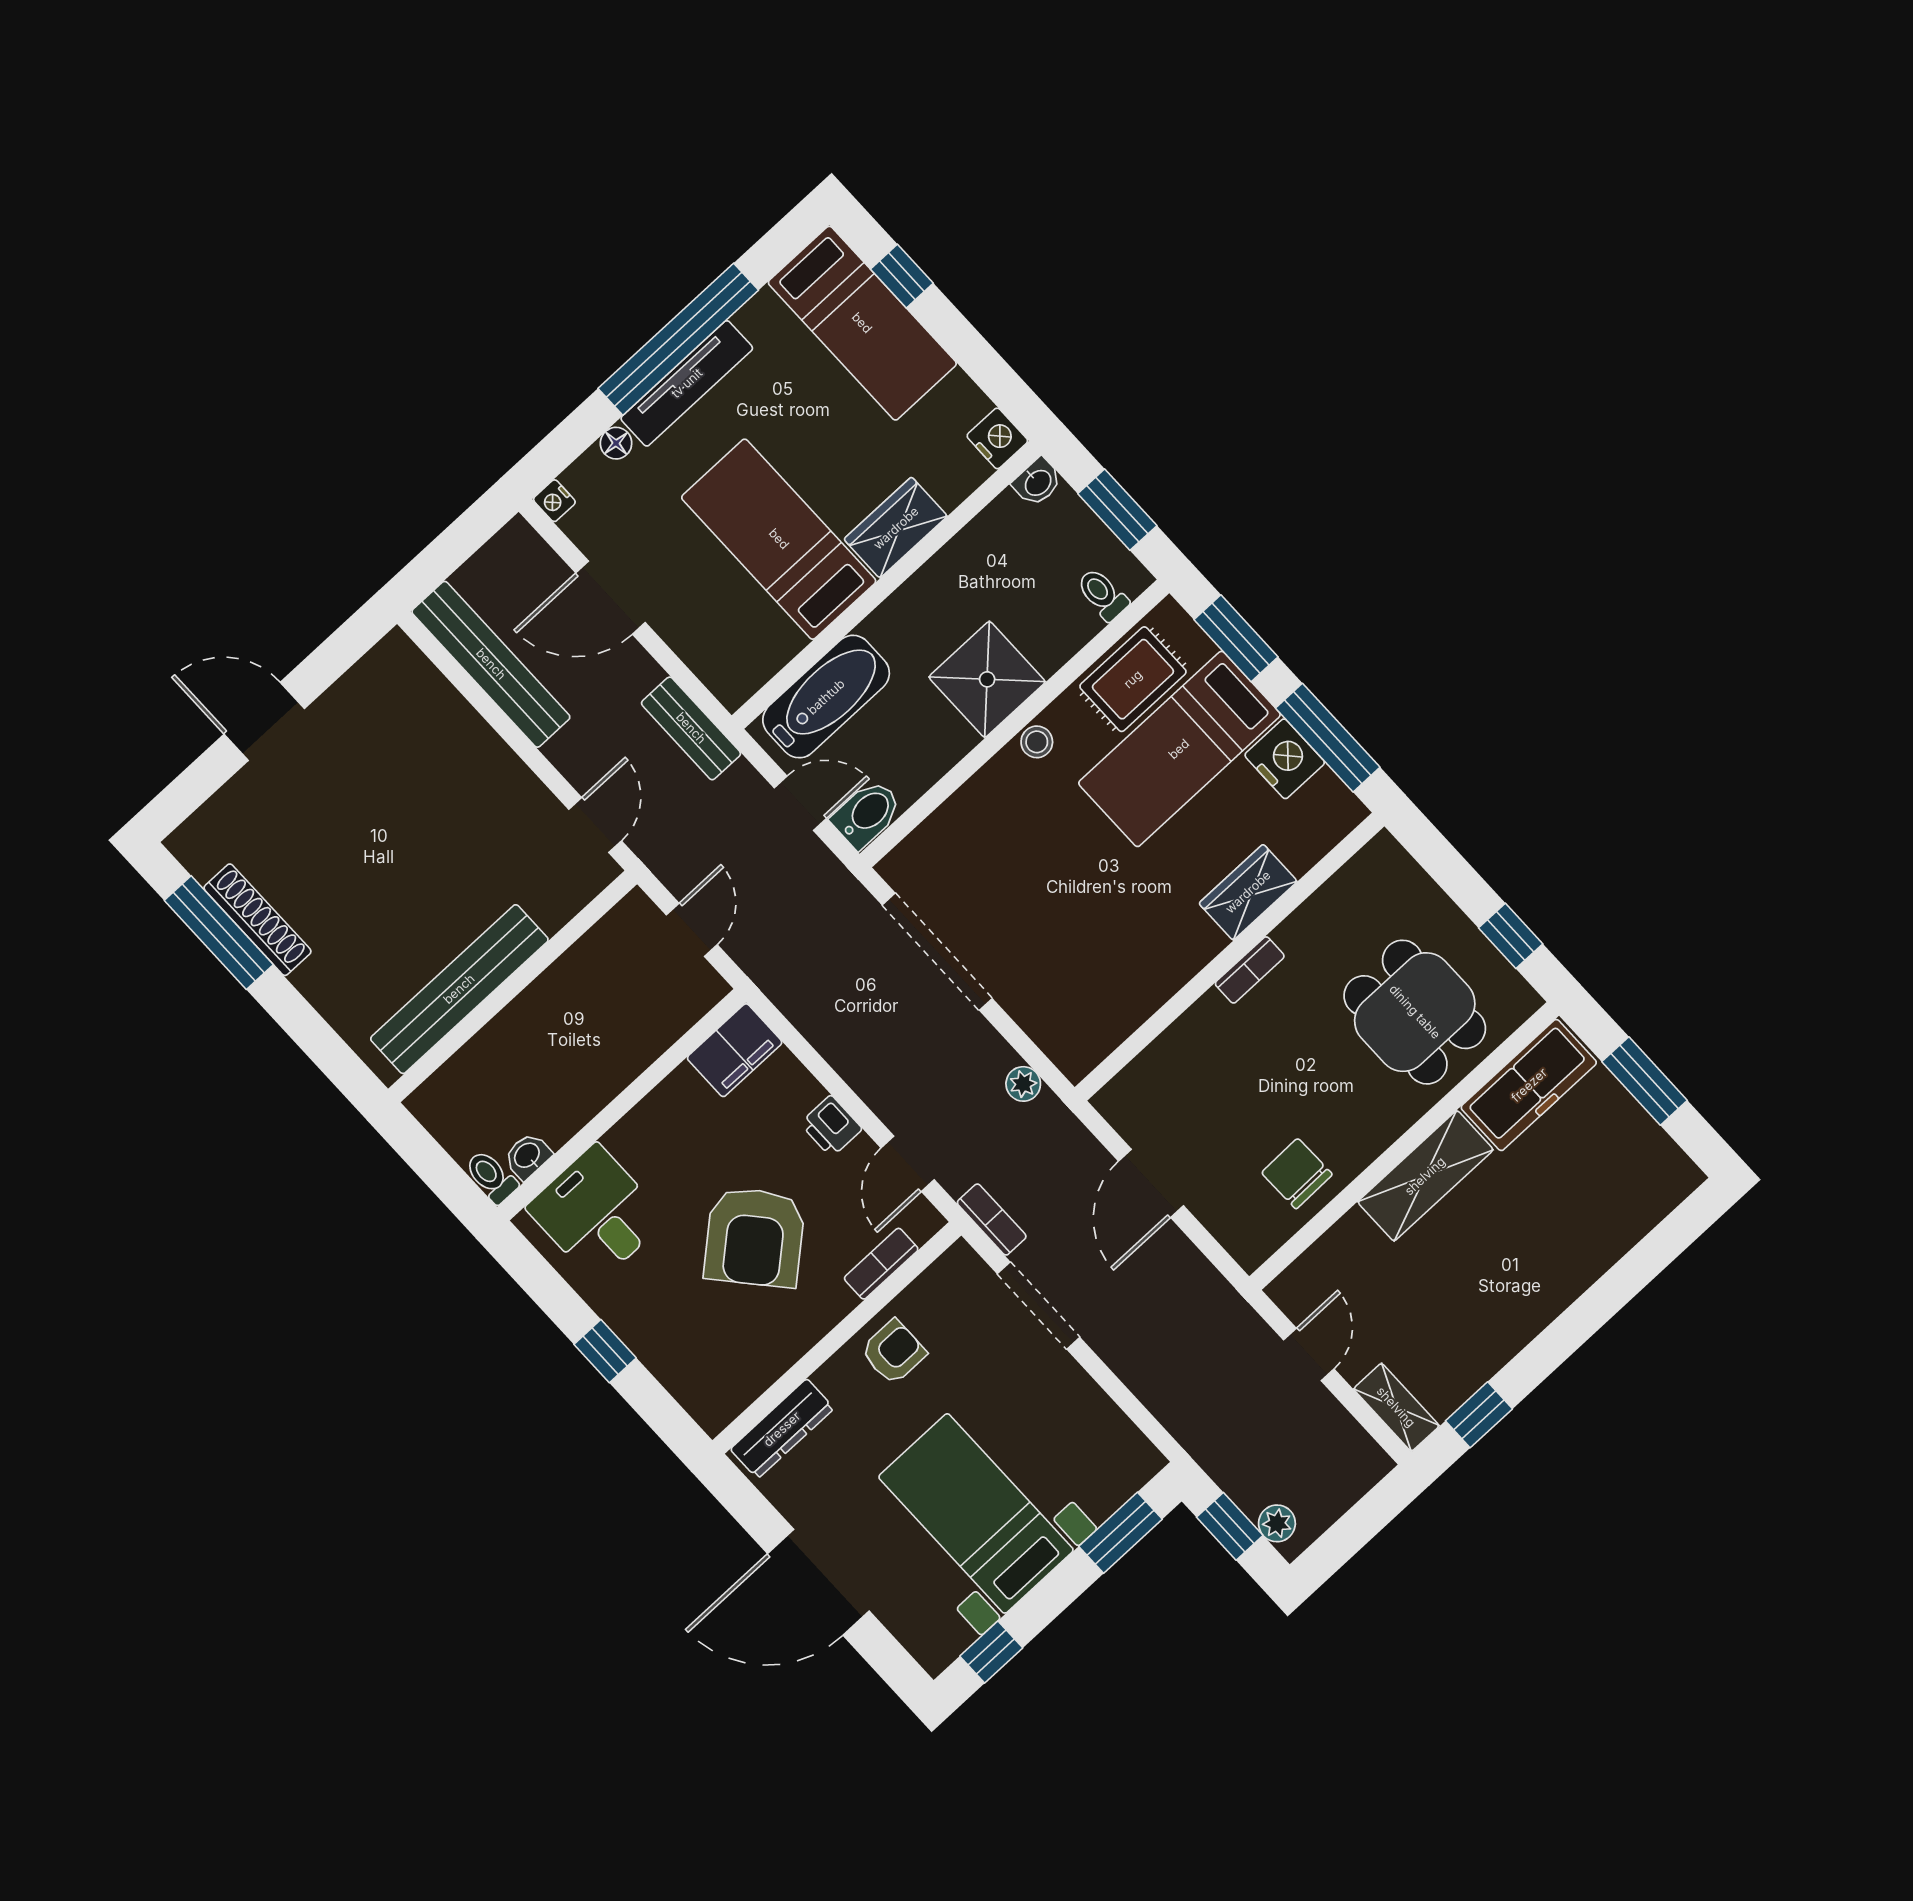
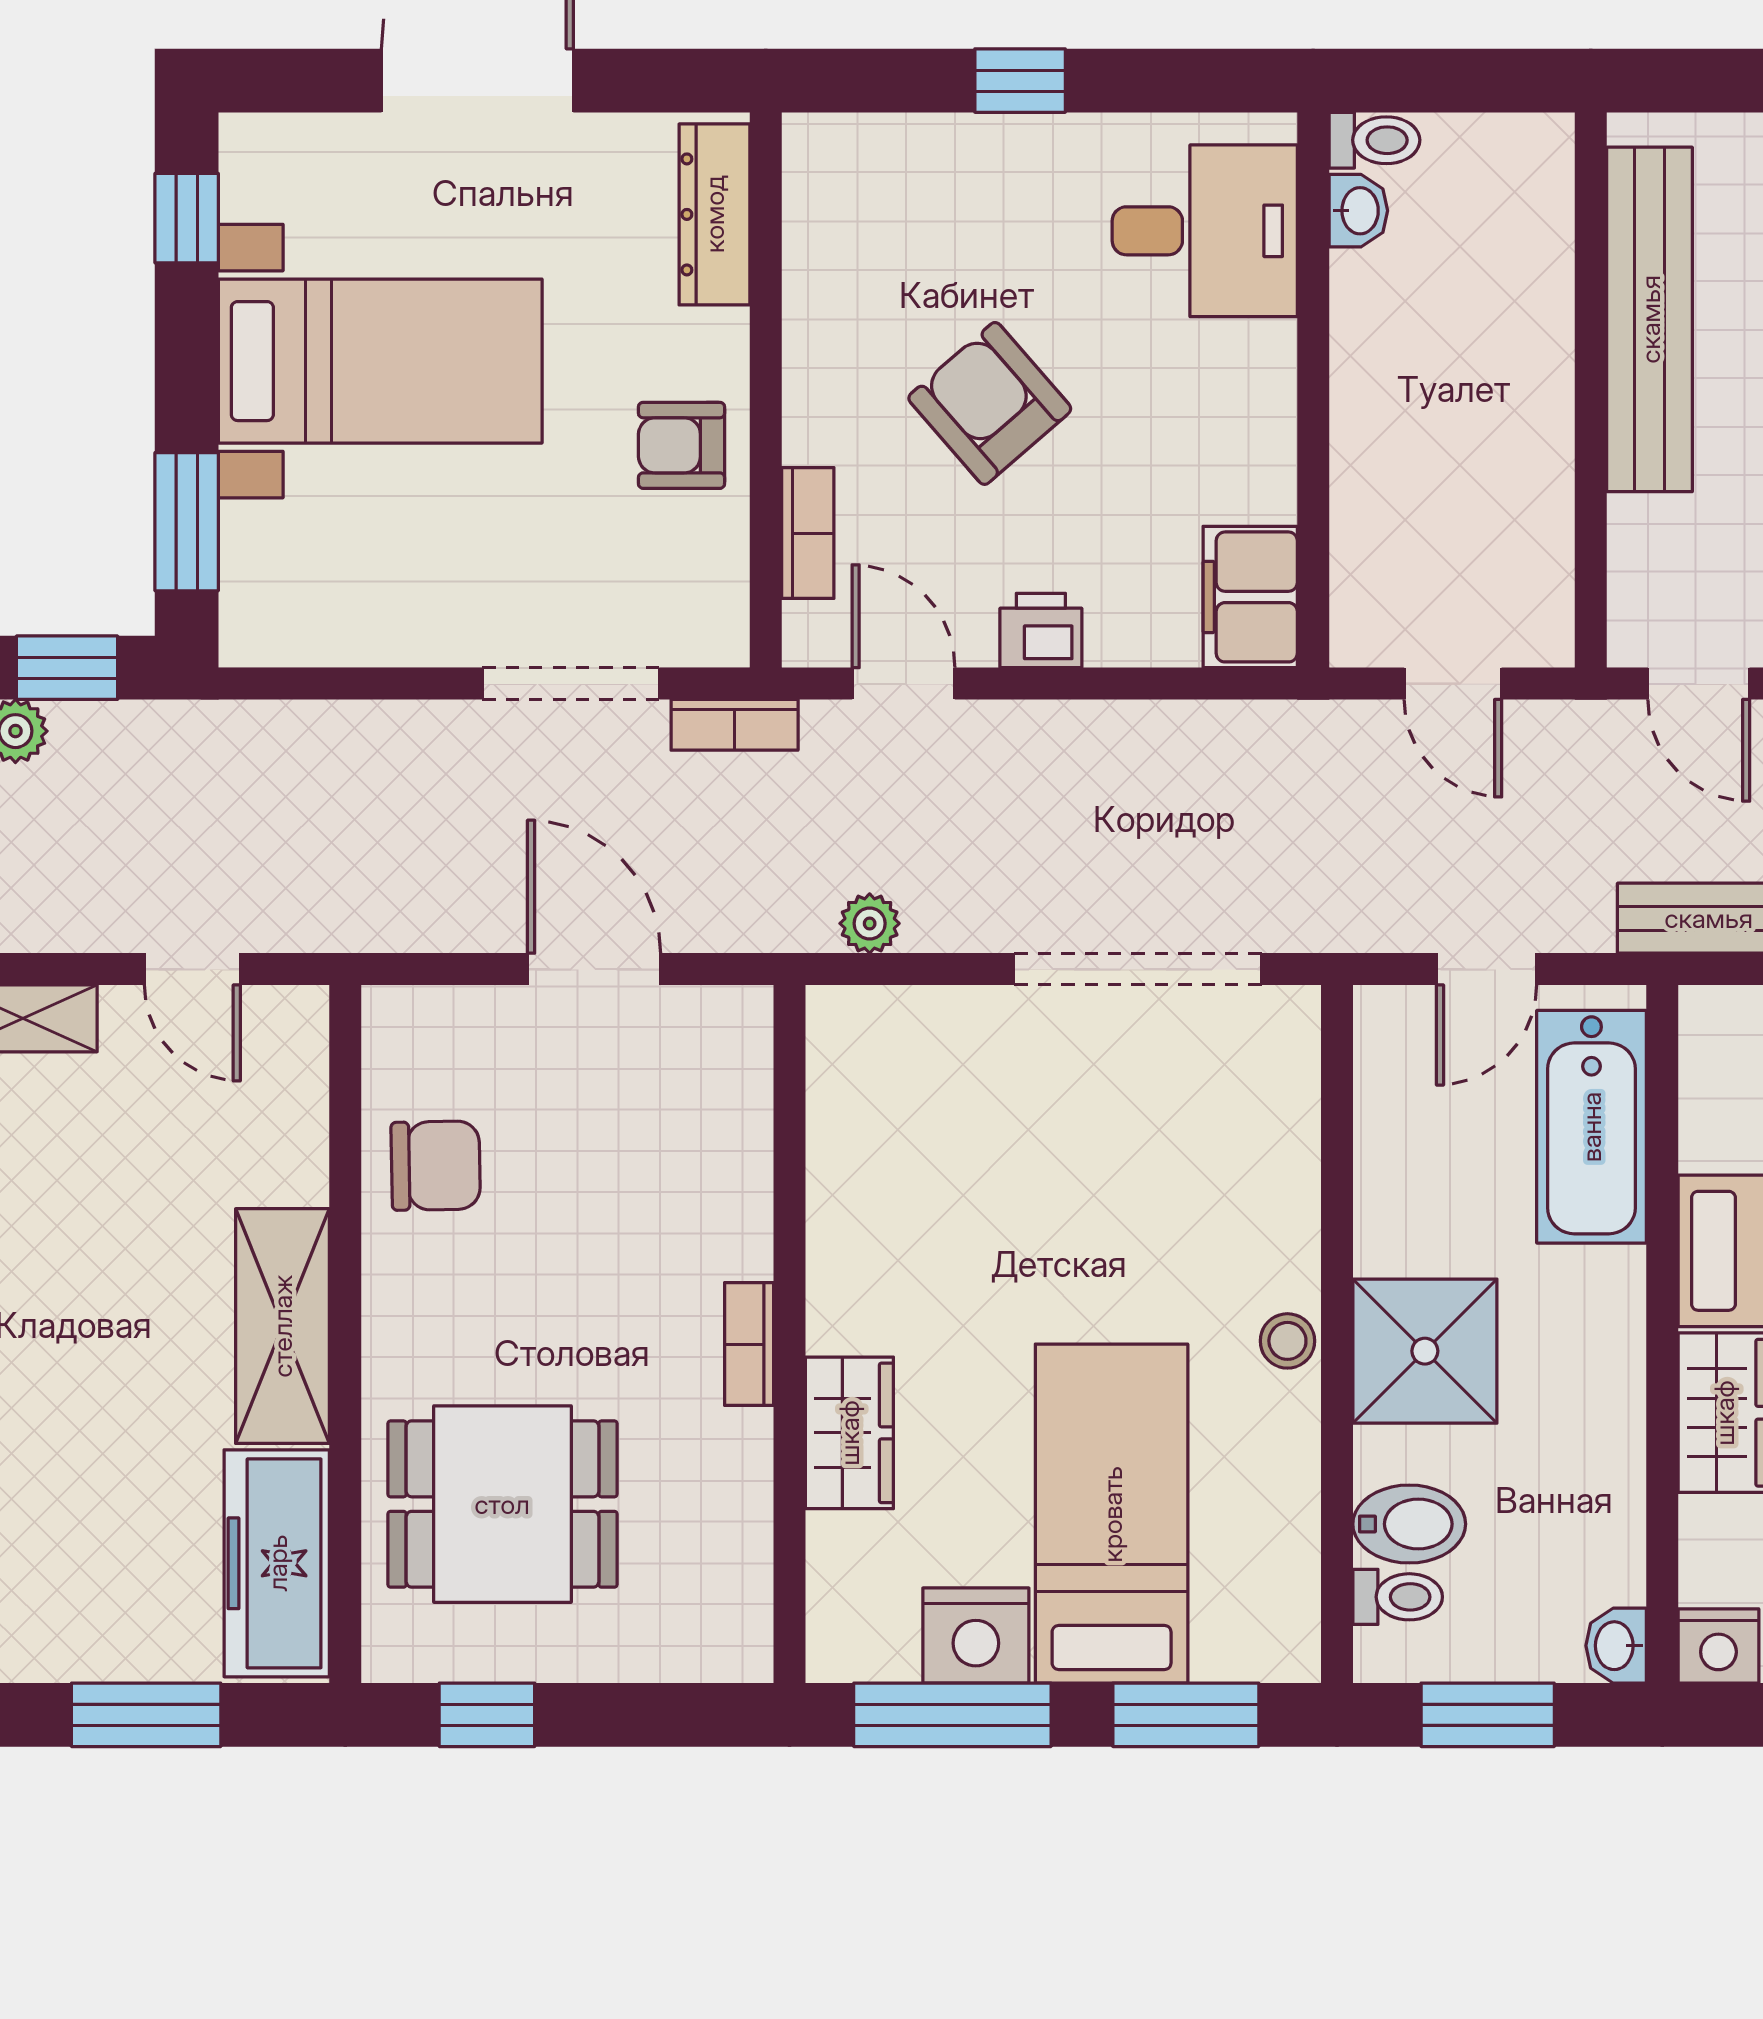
rug: (1133, 679) -> (1254, 1536), removed
bidet: (867, 814) -> (1409, 1524), moved, turned -90
armchair: (754, 1237) -> (990, 403), width x0.73, depth x0.73
armchair: (893, 1352) -> (682, 445), turned 90

